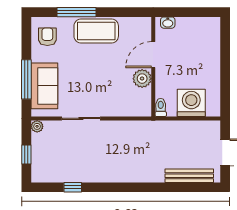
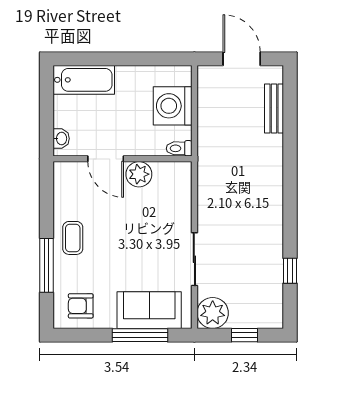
coffee table: (96, 31) -> (73, 238), width x0.54, depth x0.58
bathtub: (210, 39) -> (84, 80), added
plant: (37, 126) -> (213, 313), width x1.87, depth x1.87
bench: (189, 176) -> (274, 109), width x0.73

